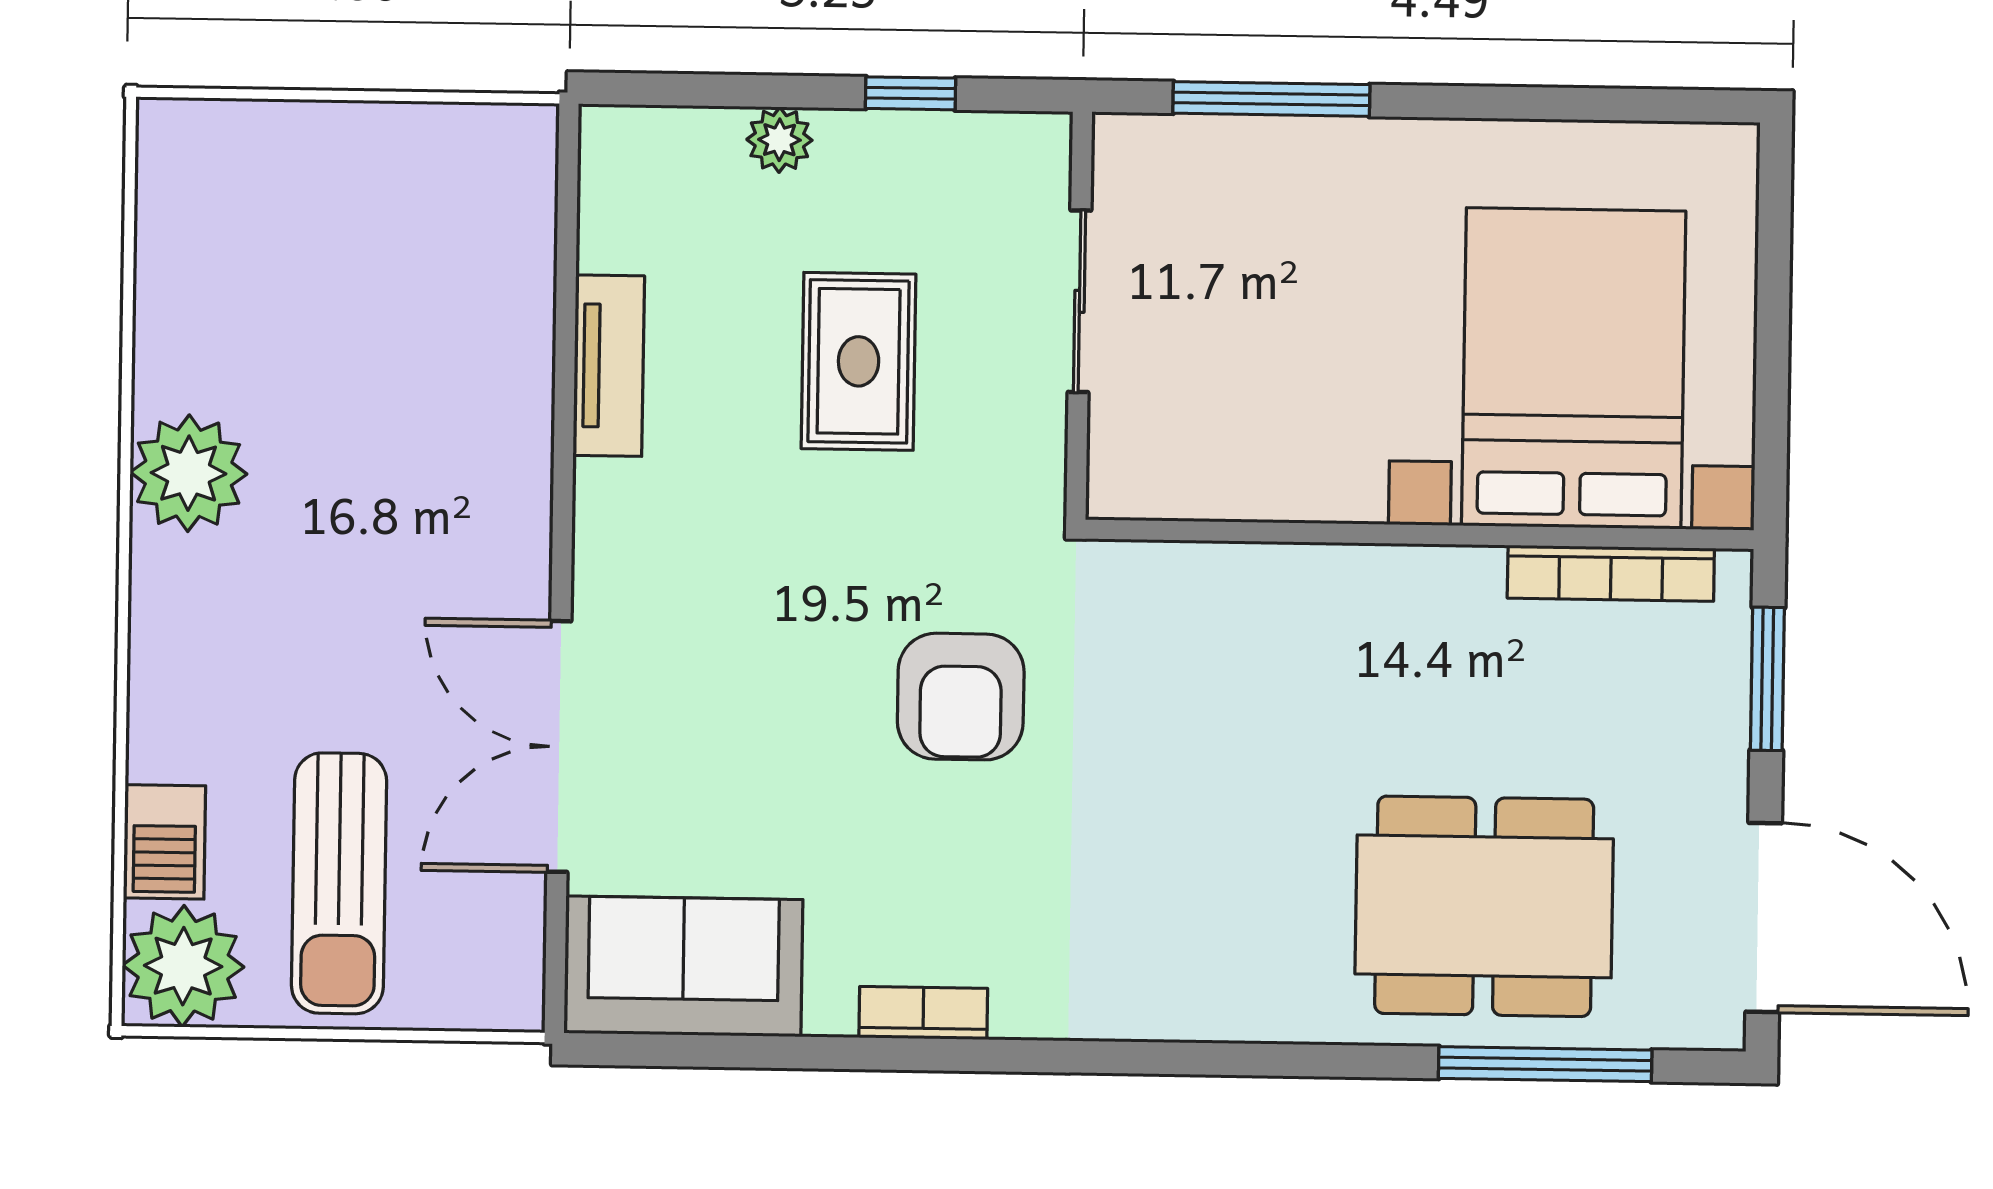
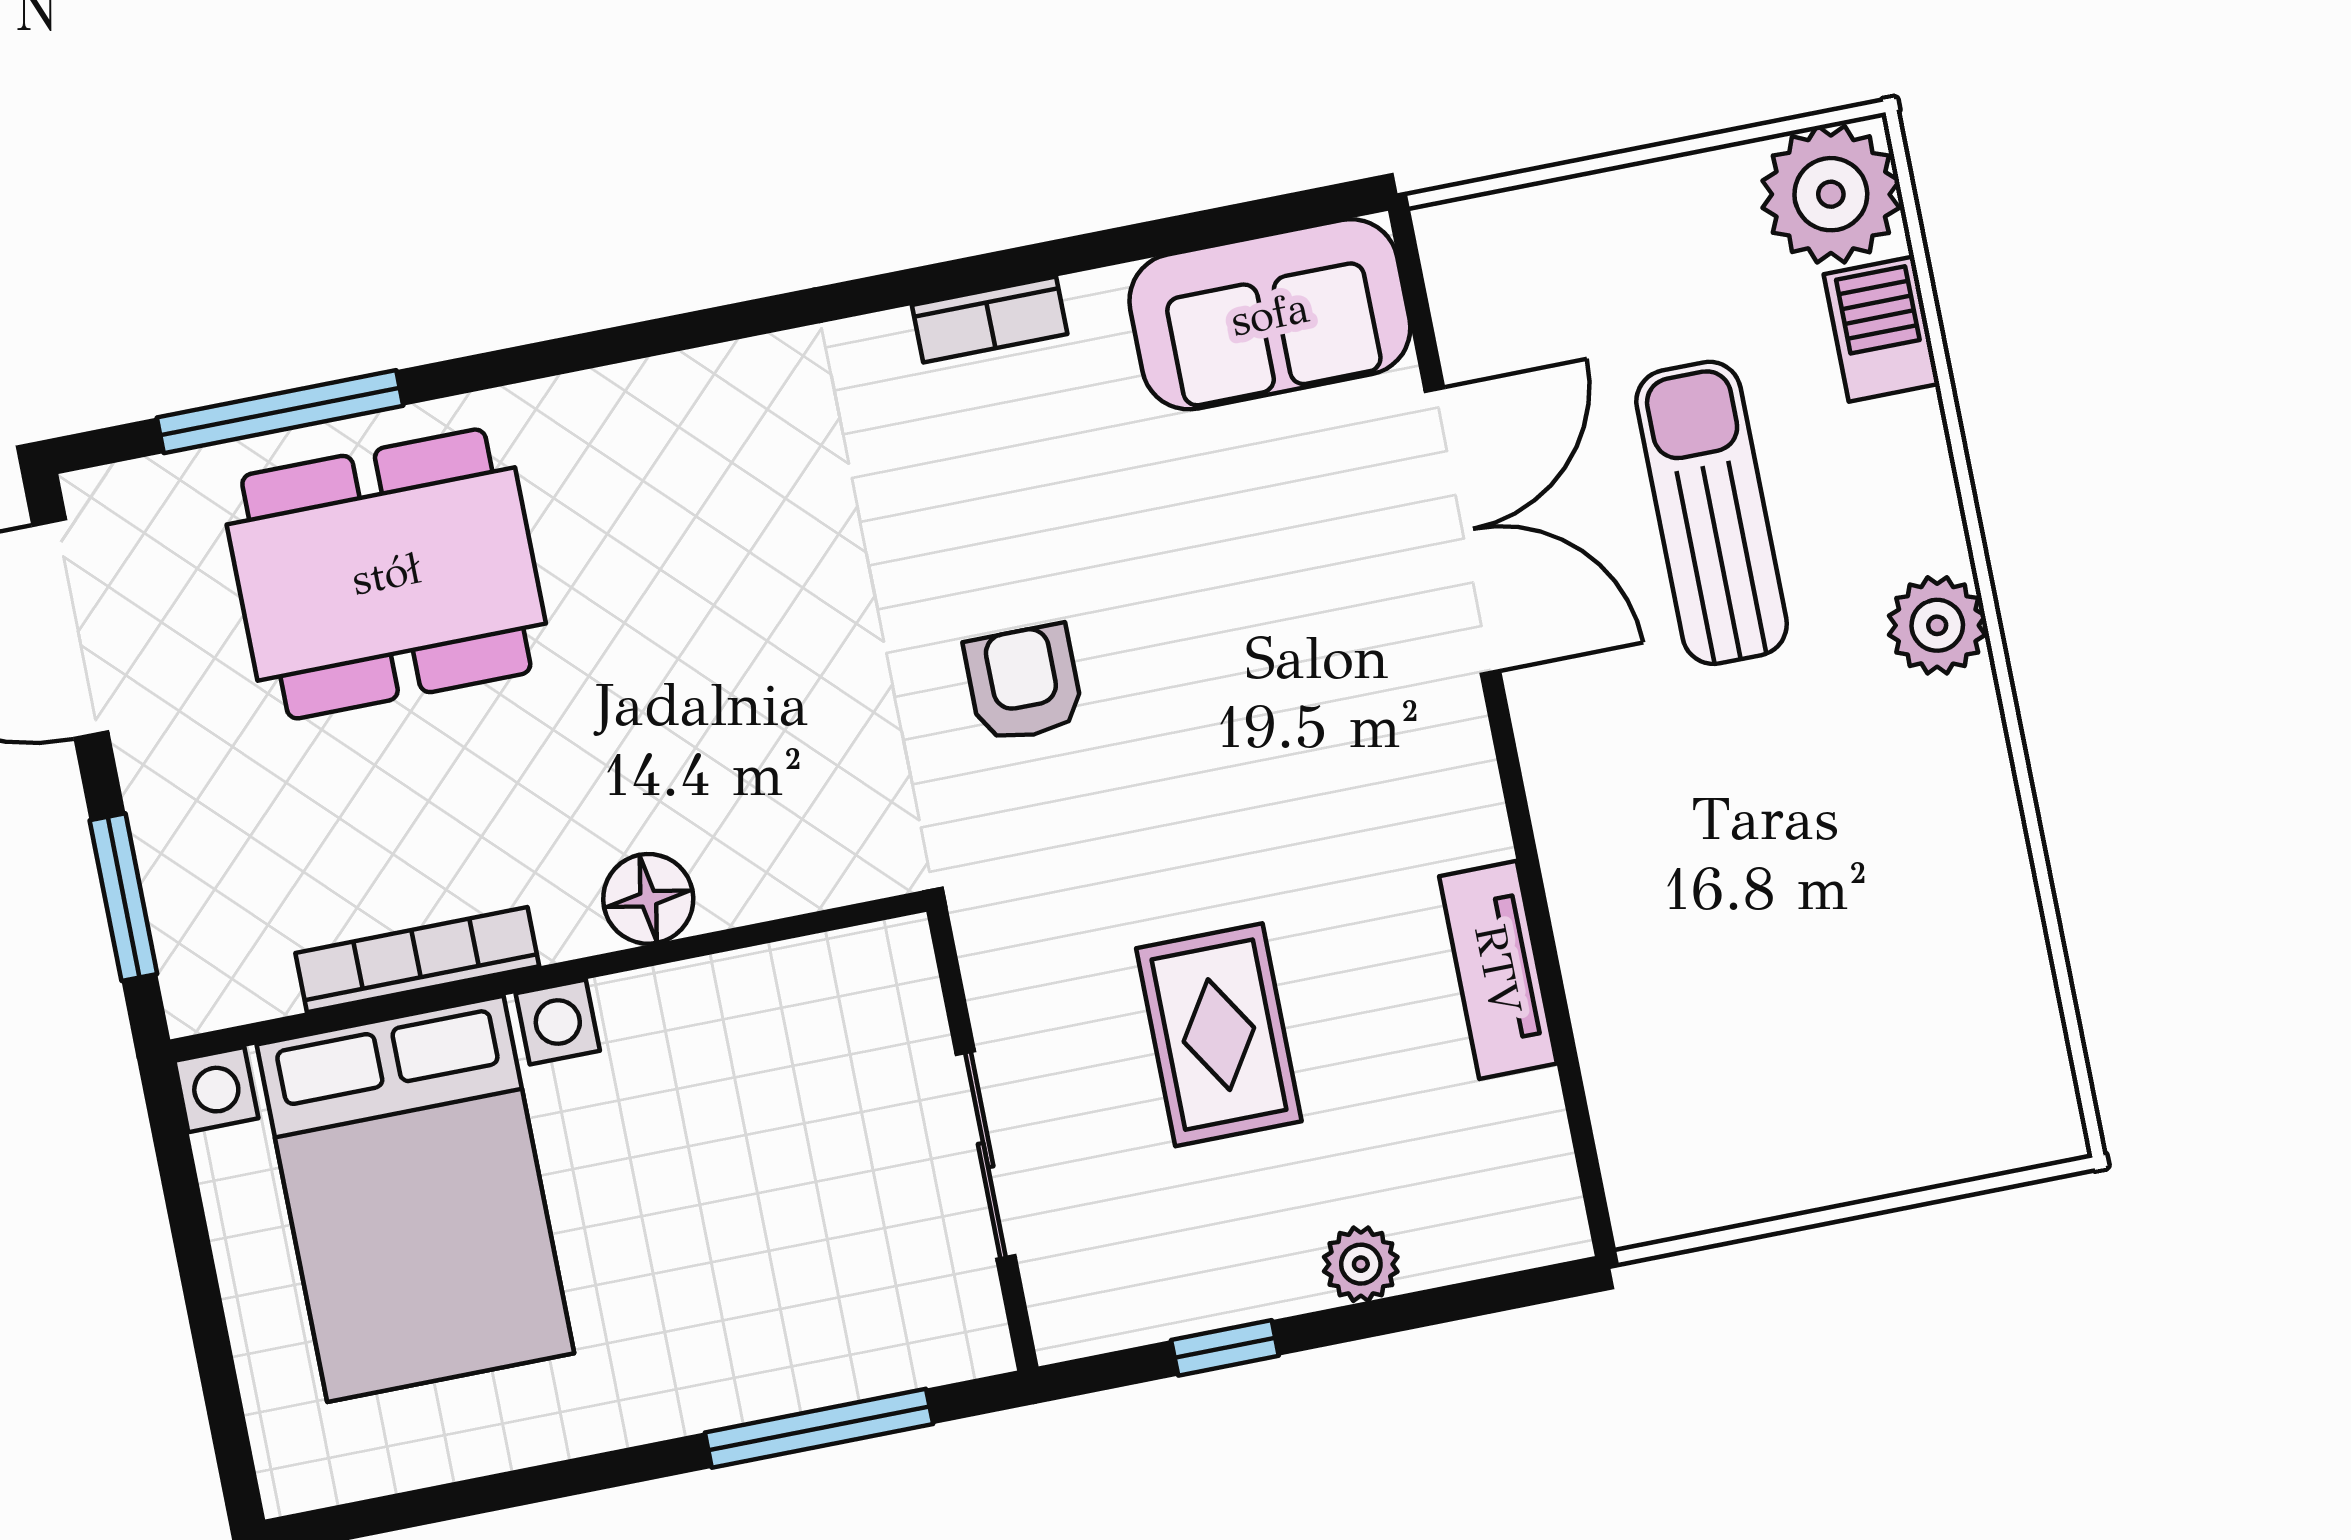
plant: (189, 473) -> (1937, 625), moved, width x0.73, depth x0.73
bookcase: (1611, 573) -> (417, 960), moved
floor lamp: (1320, 581) -> (648, 899), added
armchair: (961, 697) -> (1024, 683), width x0.72, depth x0.72
sun lounger: (339, 883) -> (1712, 513), moved

